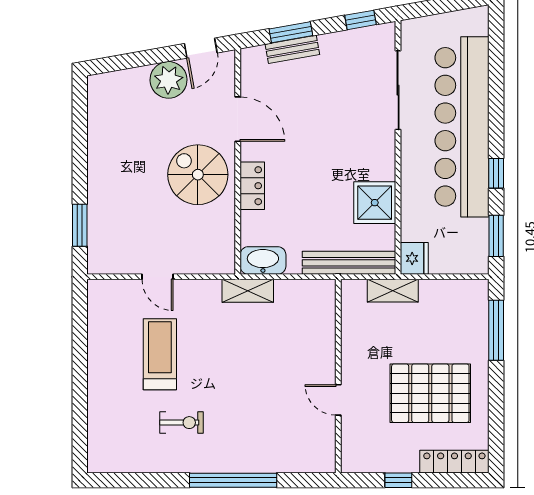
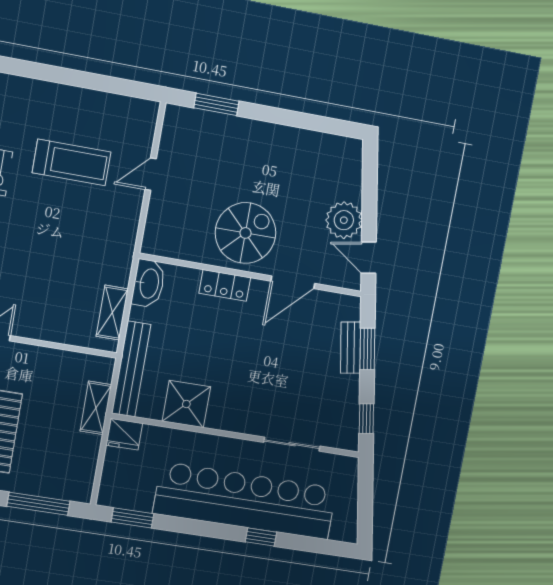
sliding door: (398, 90) -> (292, 444), width x0.73
window: (496, 173) -> (261, 537), moved
shelving: (248, 291) -> (112, 313), moved

